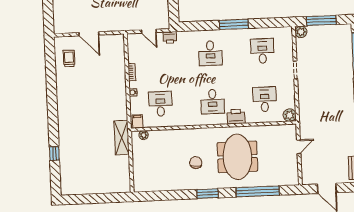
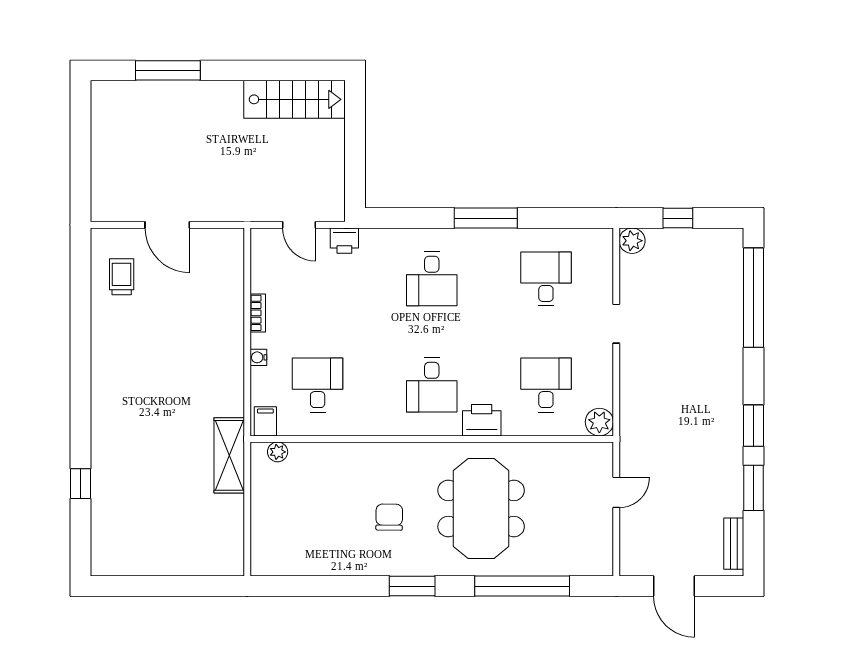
window: (321, 21) -> (678, 218), width x0.46

